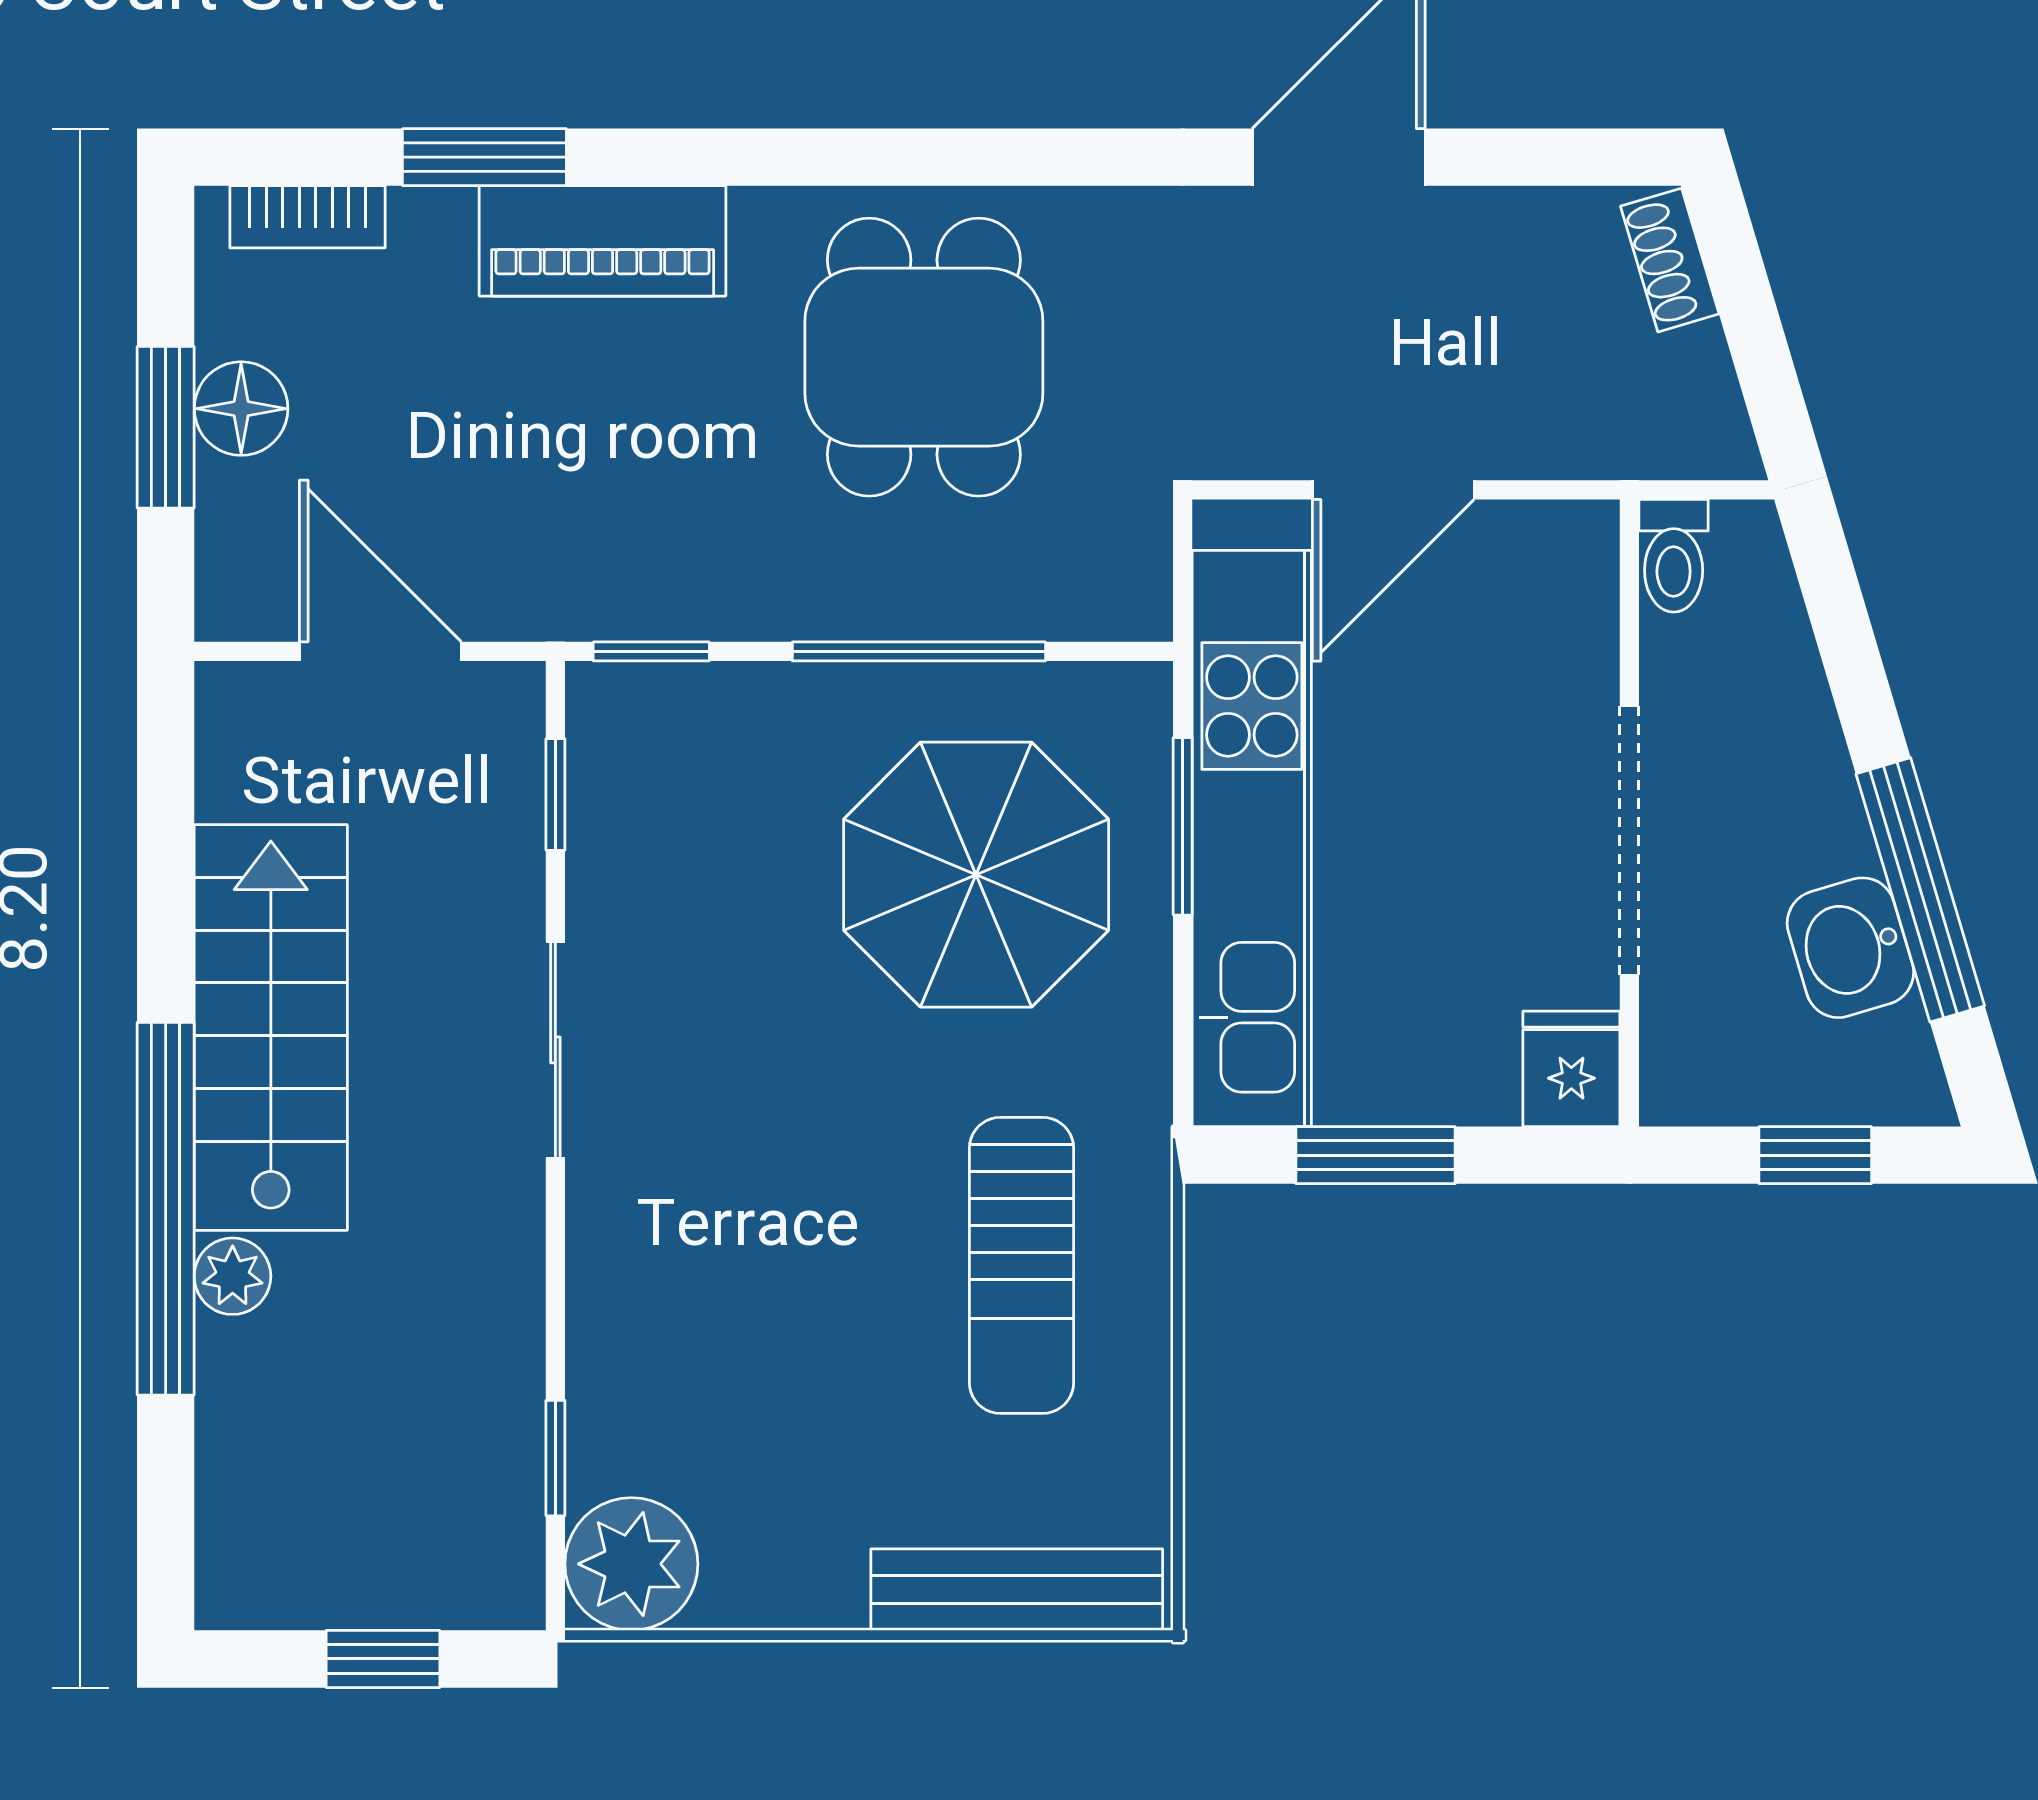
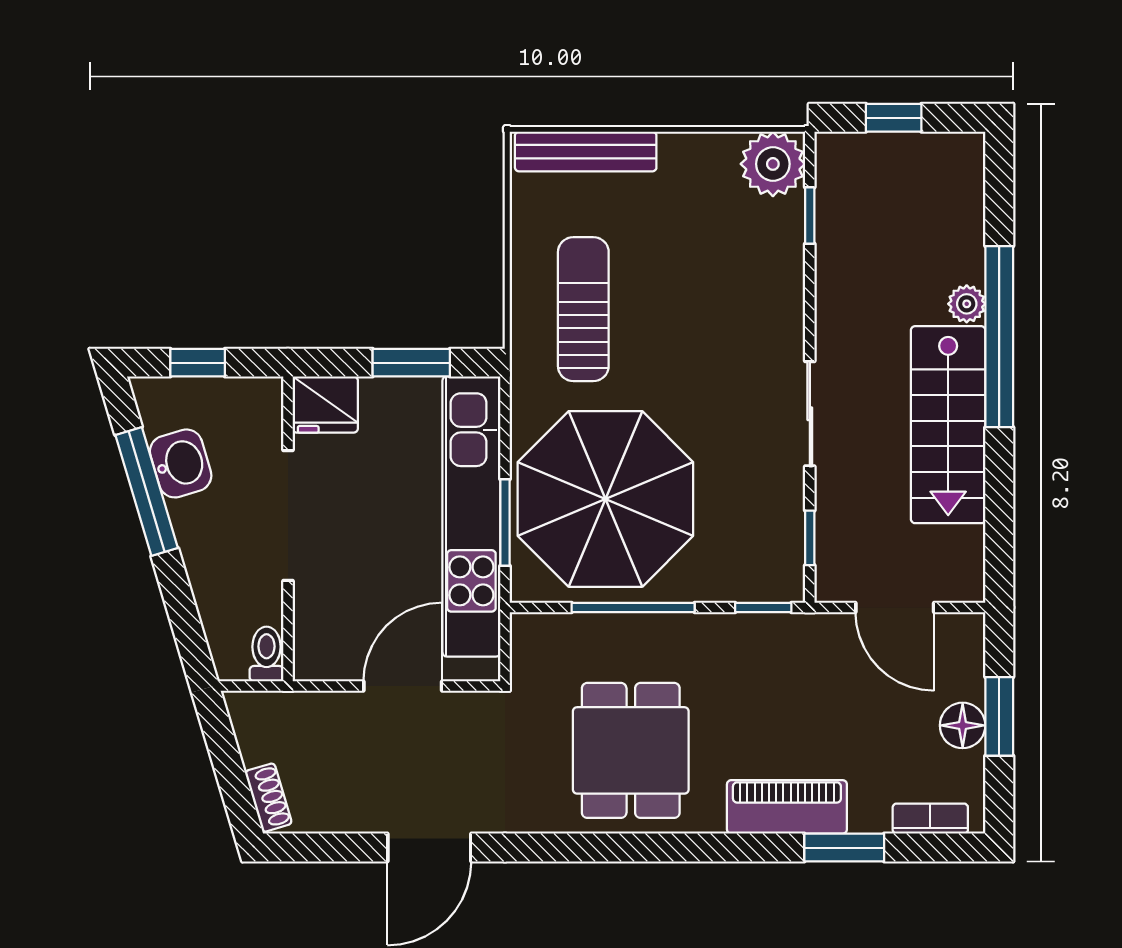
parasol: (976, 875) -> (605, 499), width x1.36, depth x1.36
fridge: (1571, 1069) -> (325, 405), width x1.38

